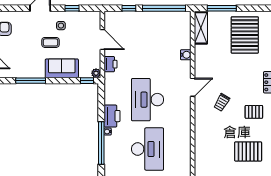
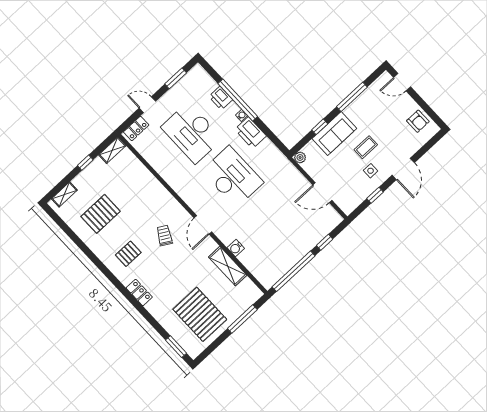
shelving: (201, 28) -> (228, 266), moved
printer: (110, 64) -> (221, 98), moved
window: (87, 81) -> (320, 127), moved

